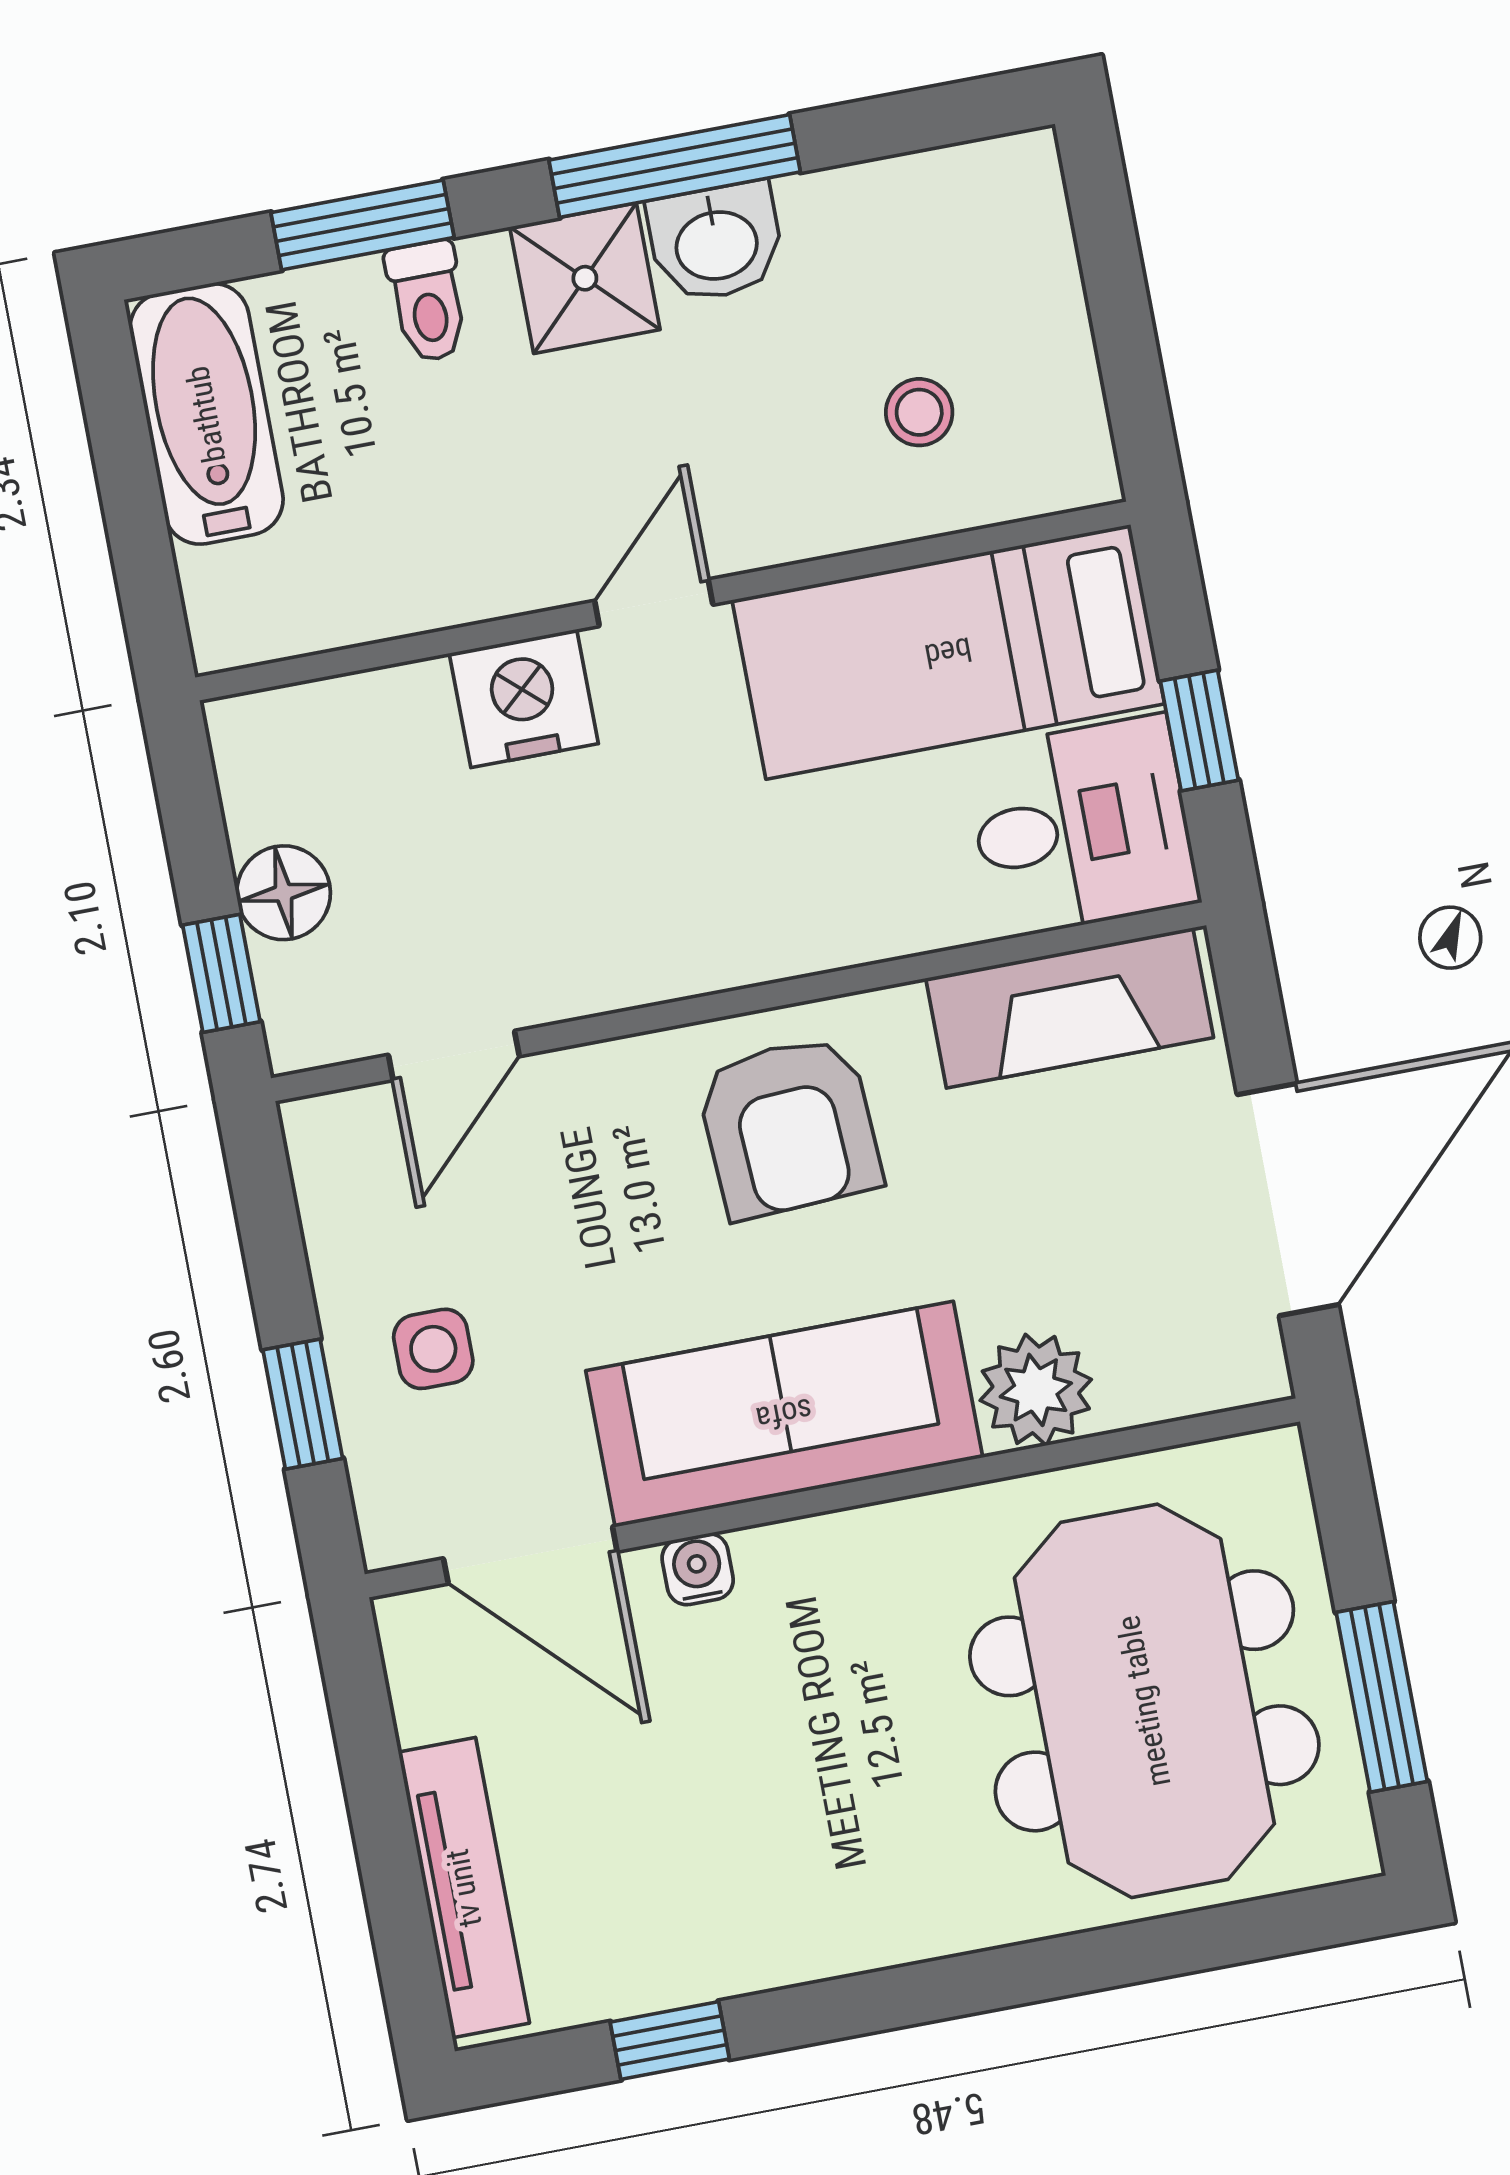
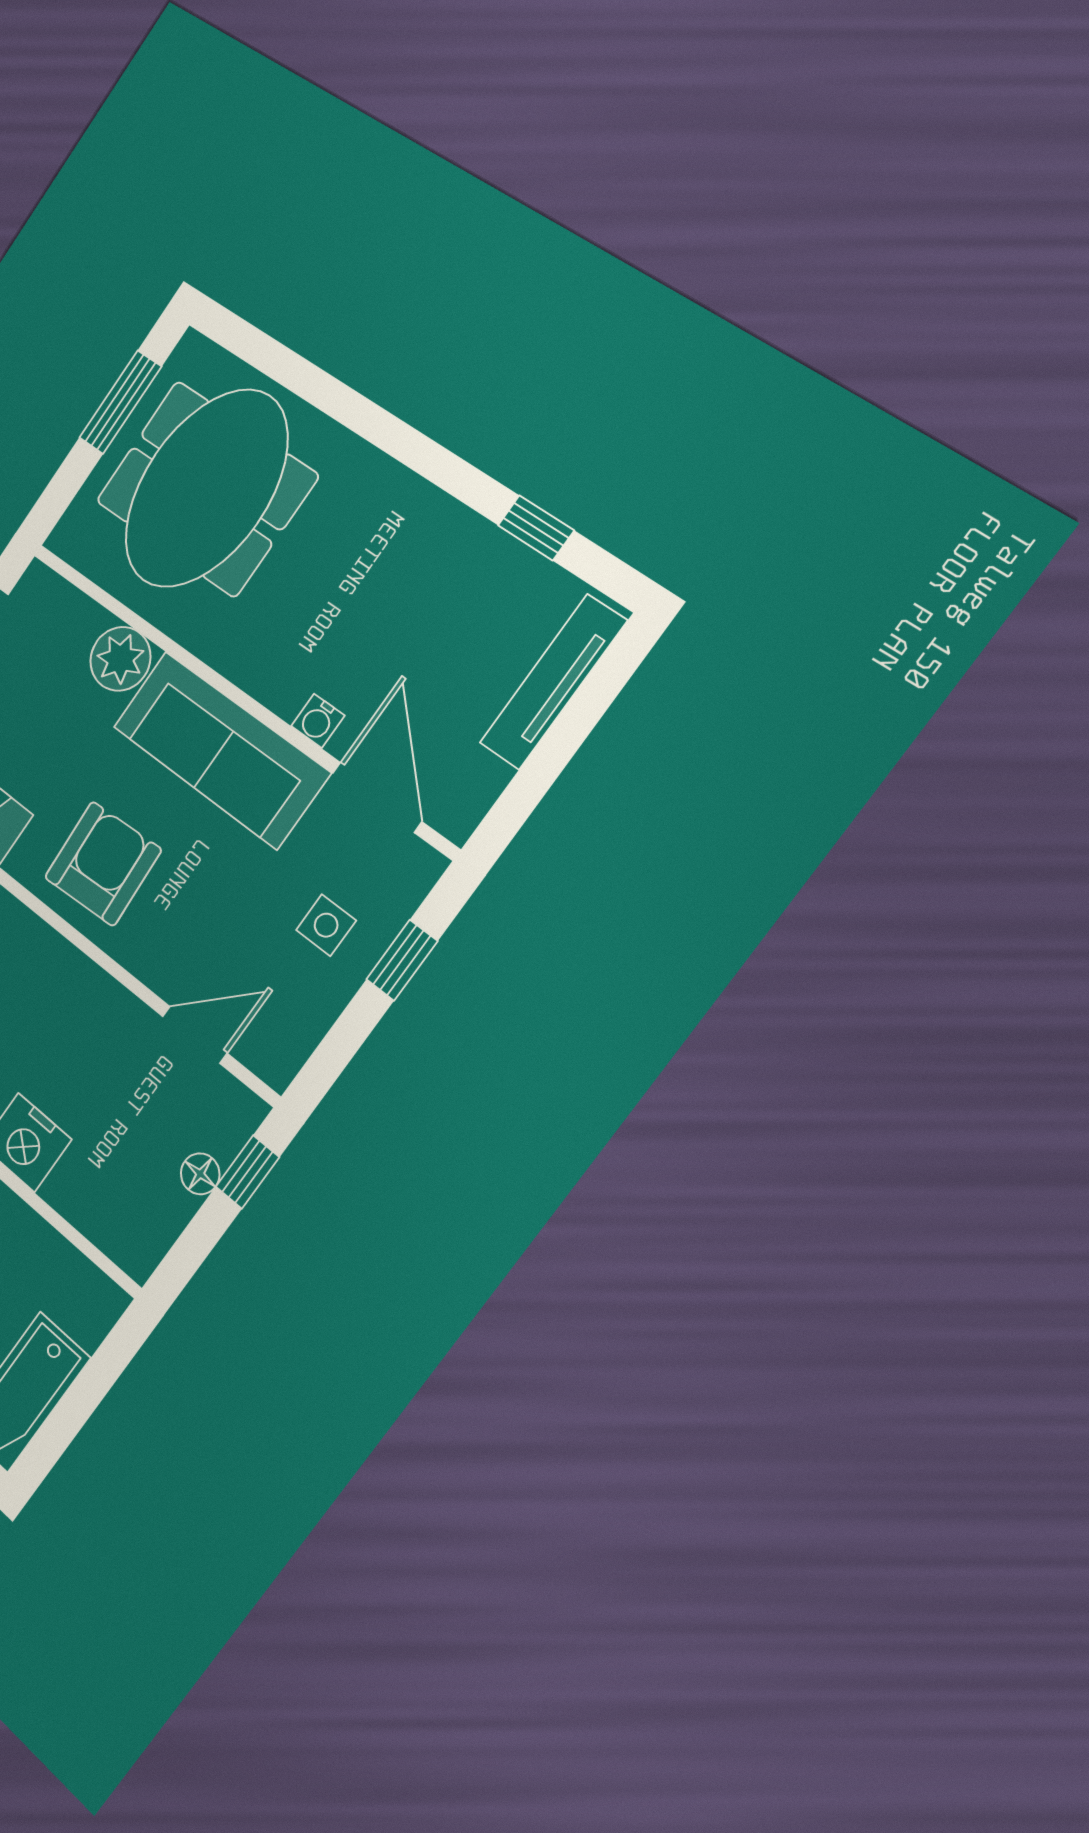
floor lamp: (284, 893) -> (200, 1174), width x0.73, depth x0.73

